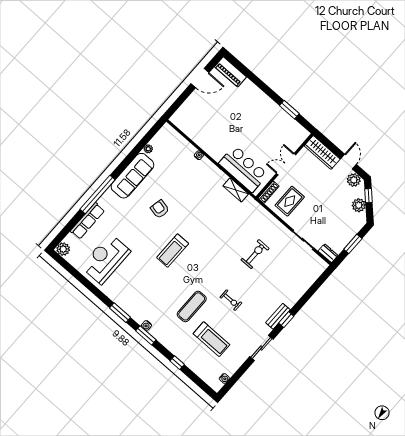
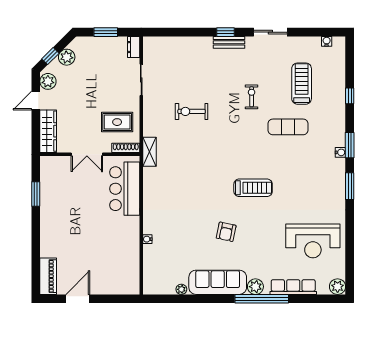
door: (200, 78) -> (78, 299), hinge flipped
shelving: (236, 190) -> (149, 152), moved
plant: (109, 197) -> (255, 287), added

